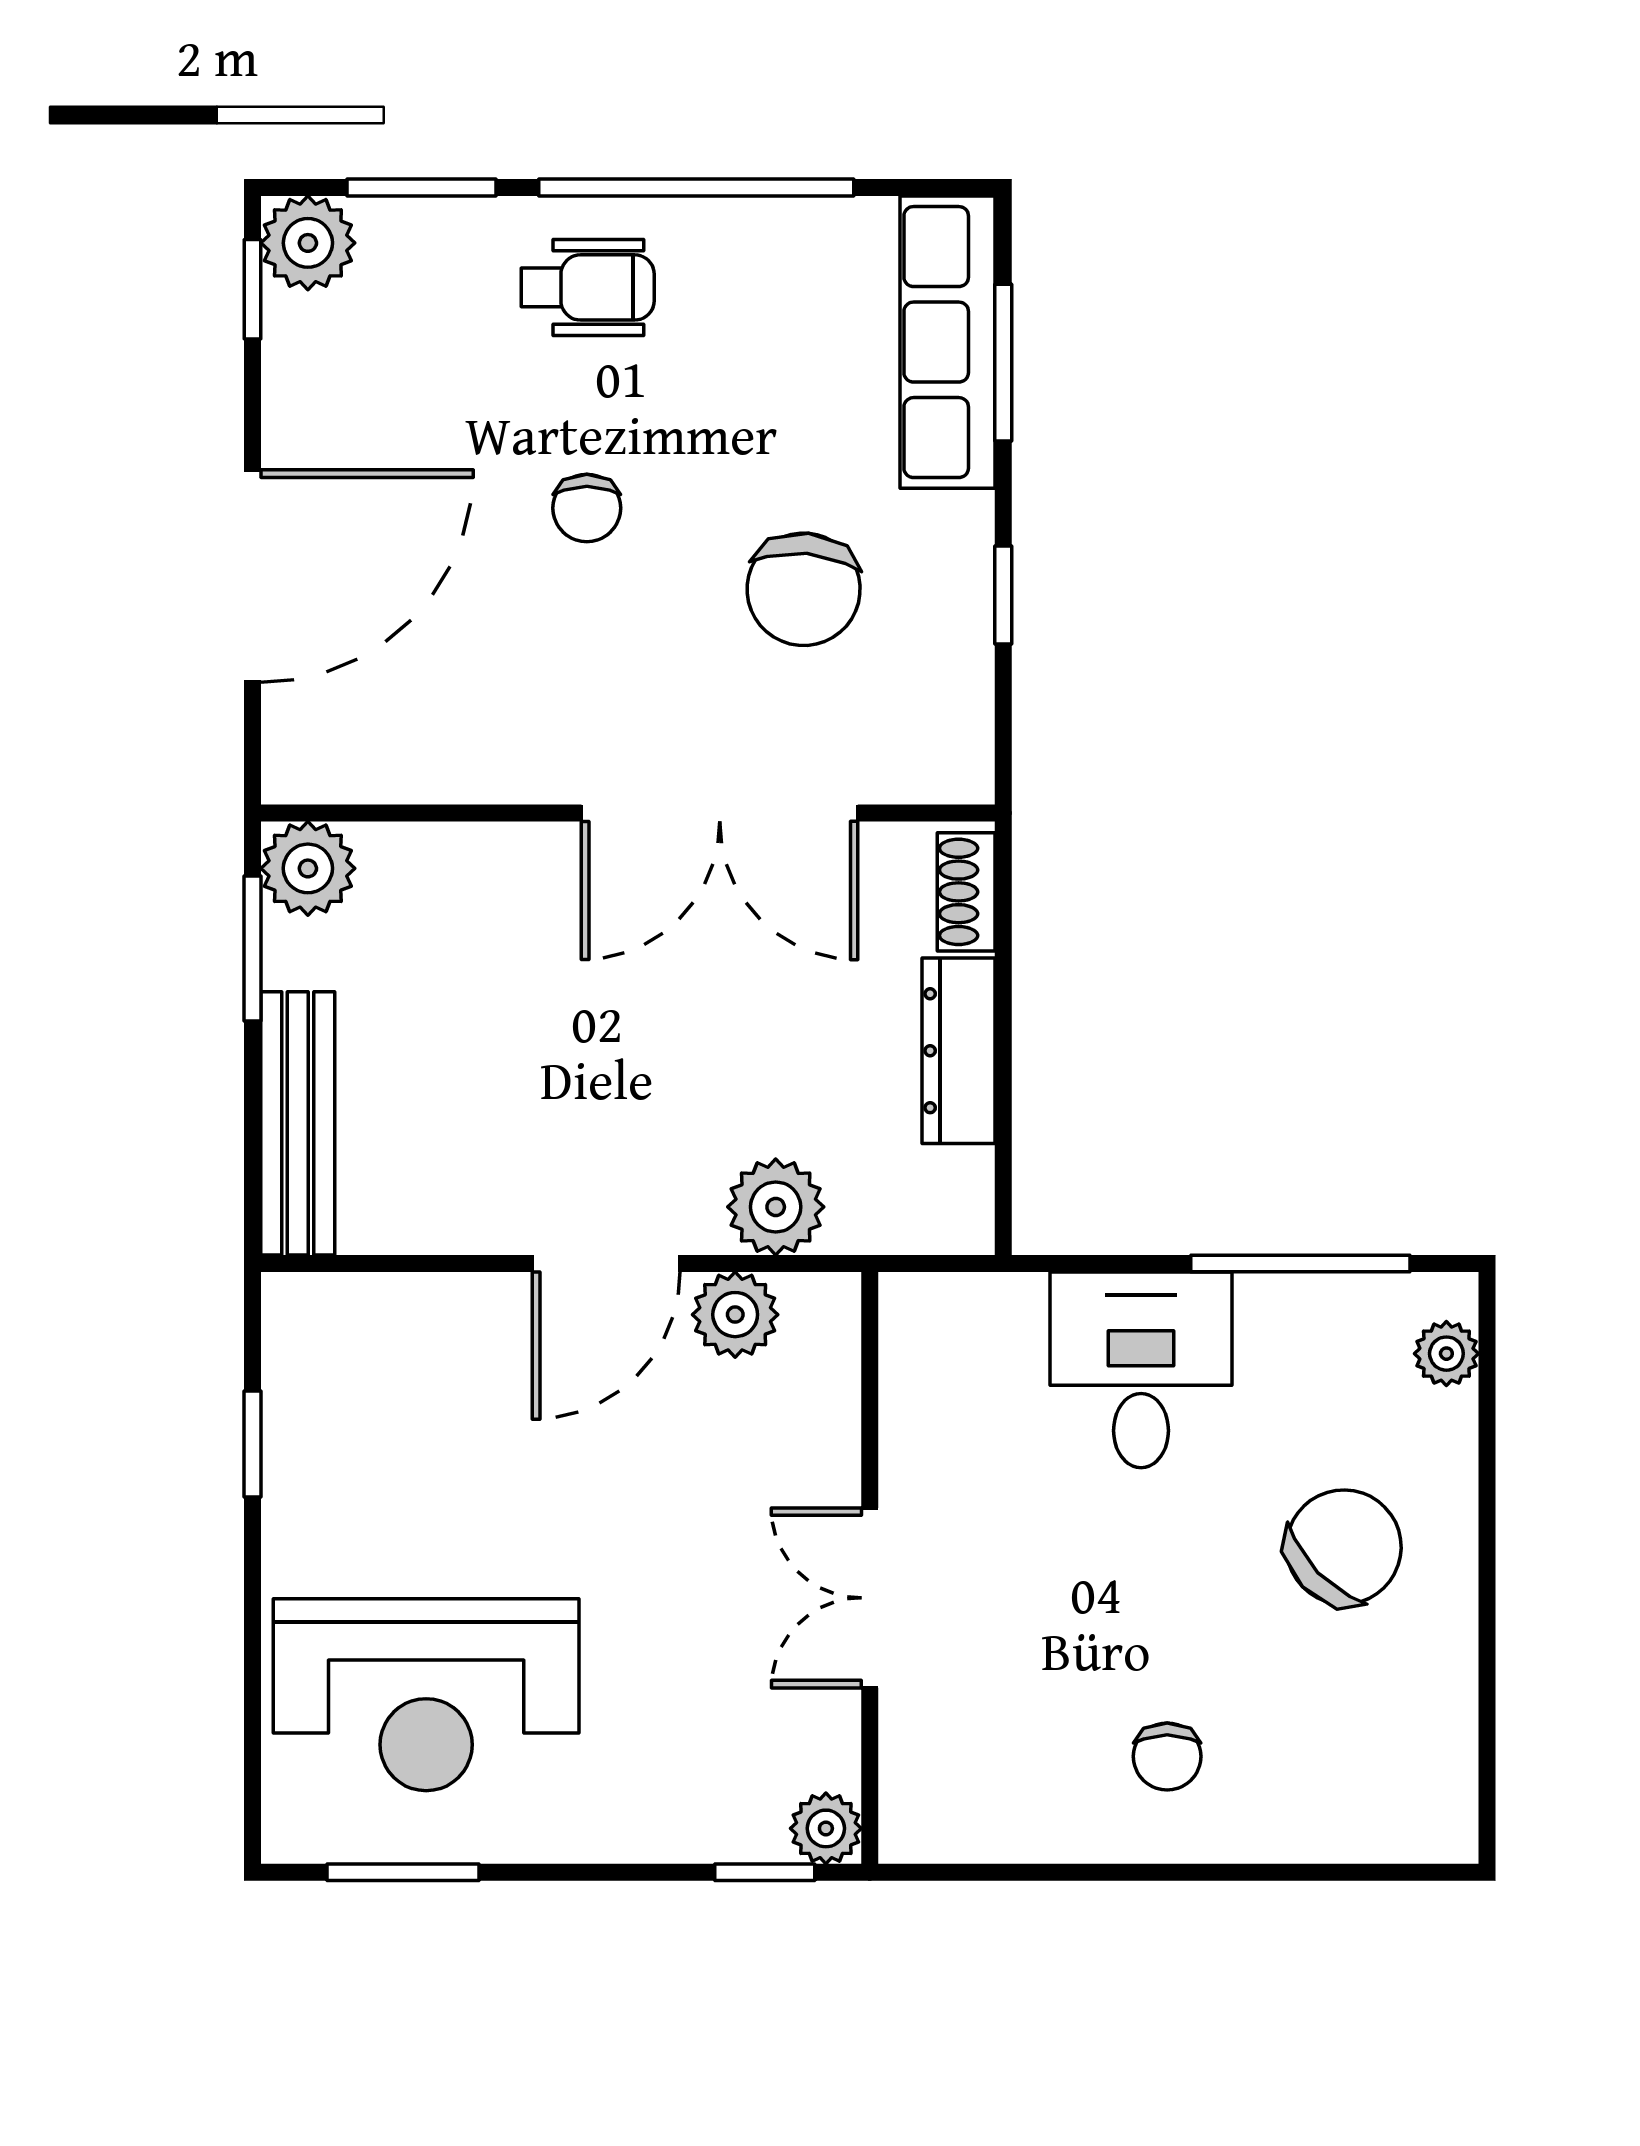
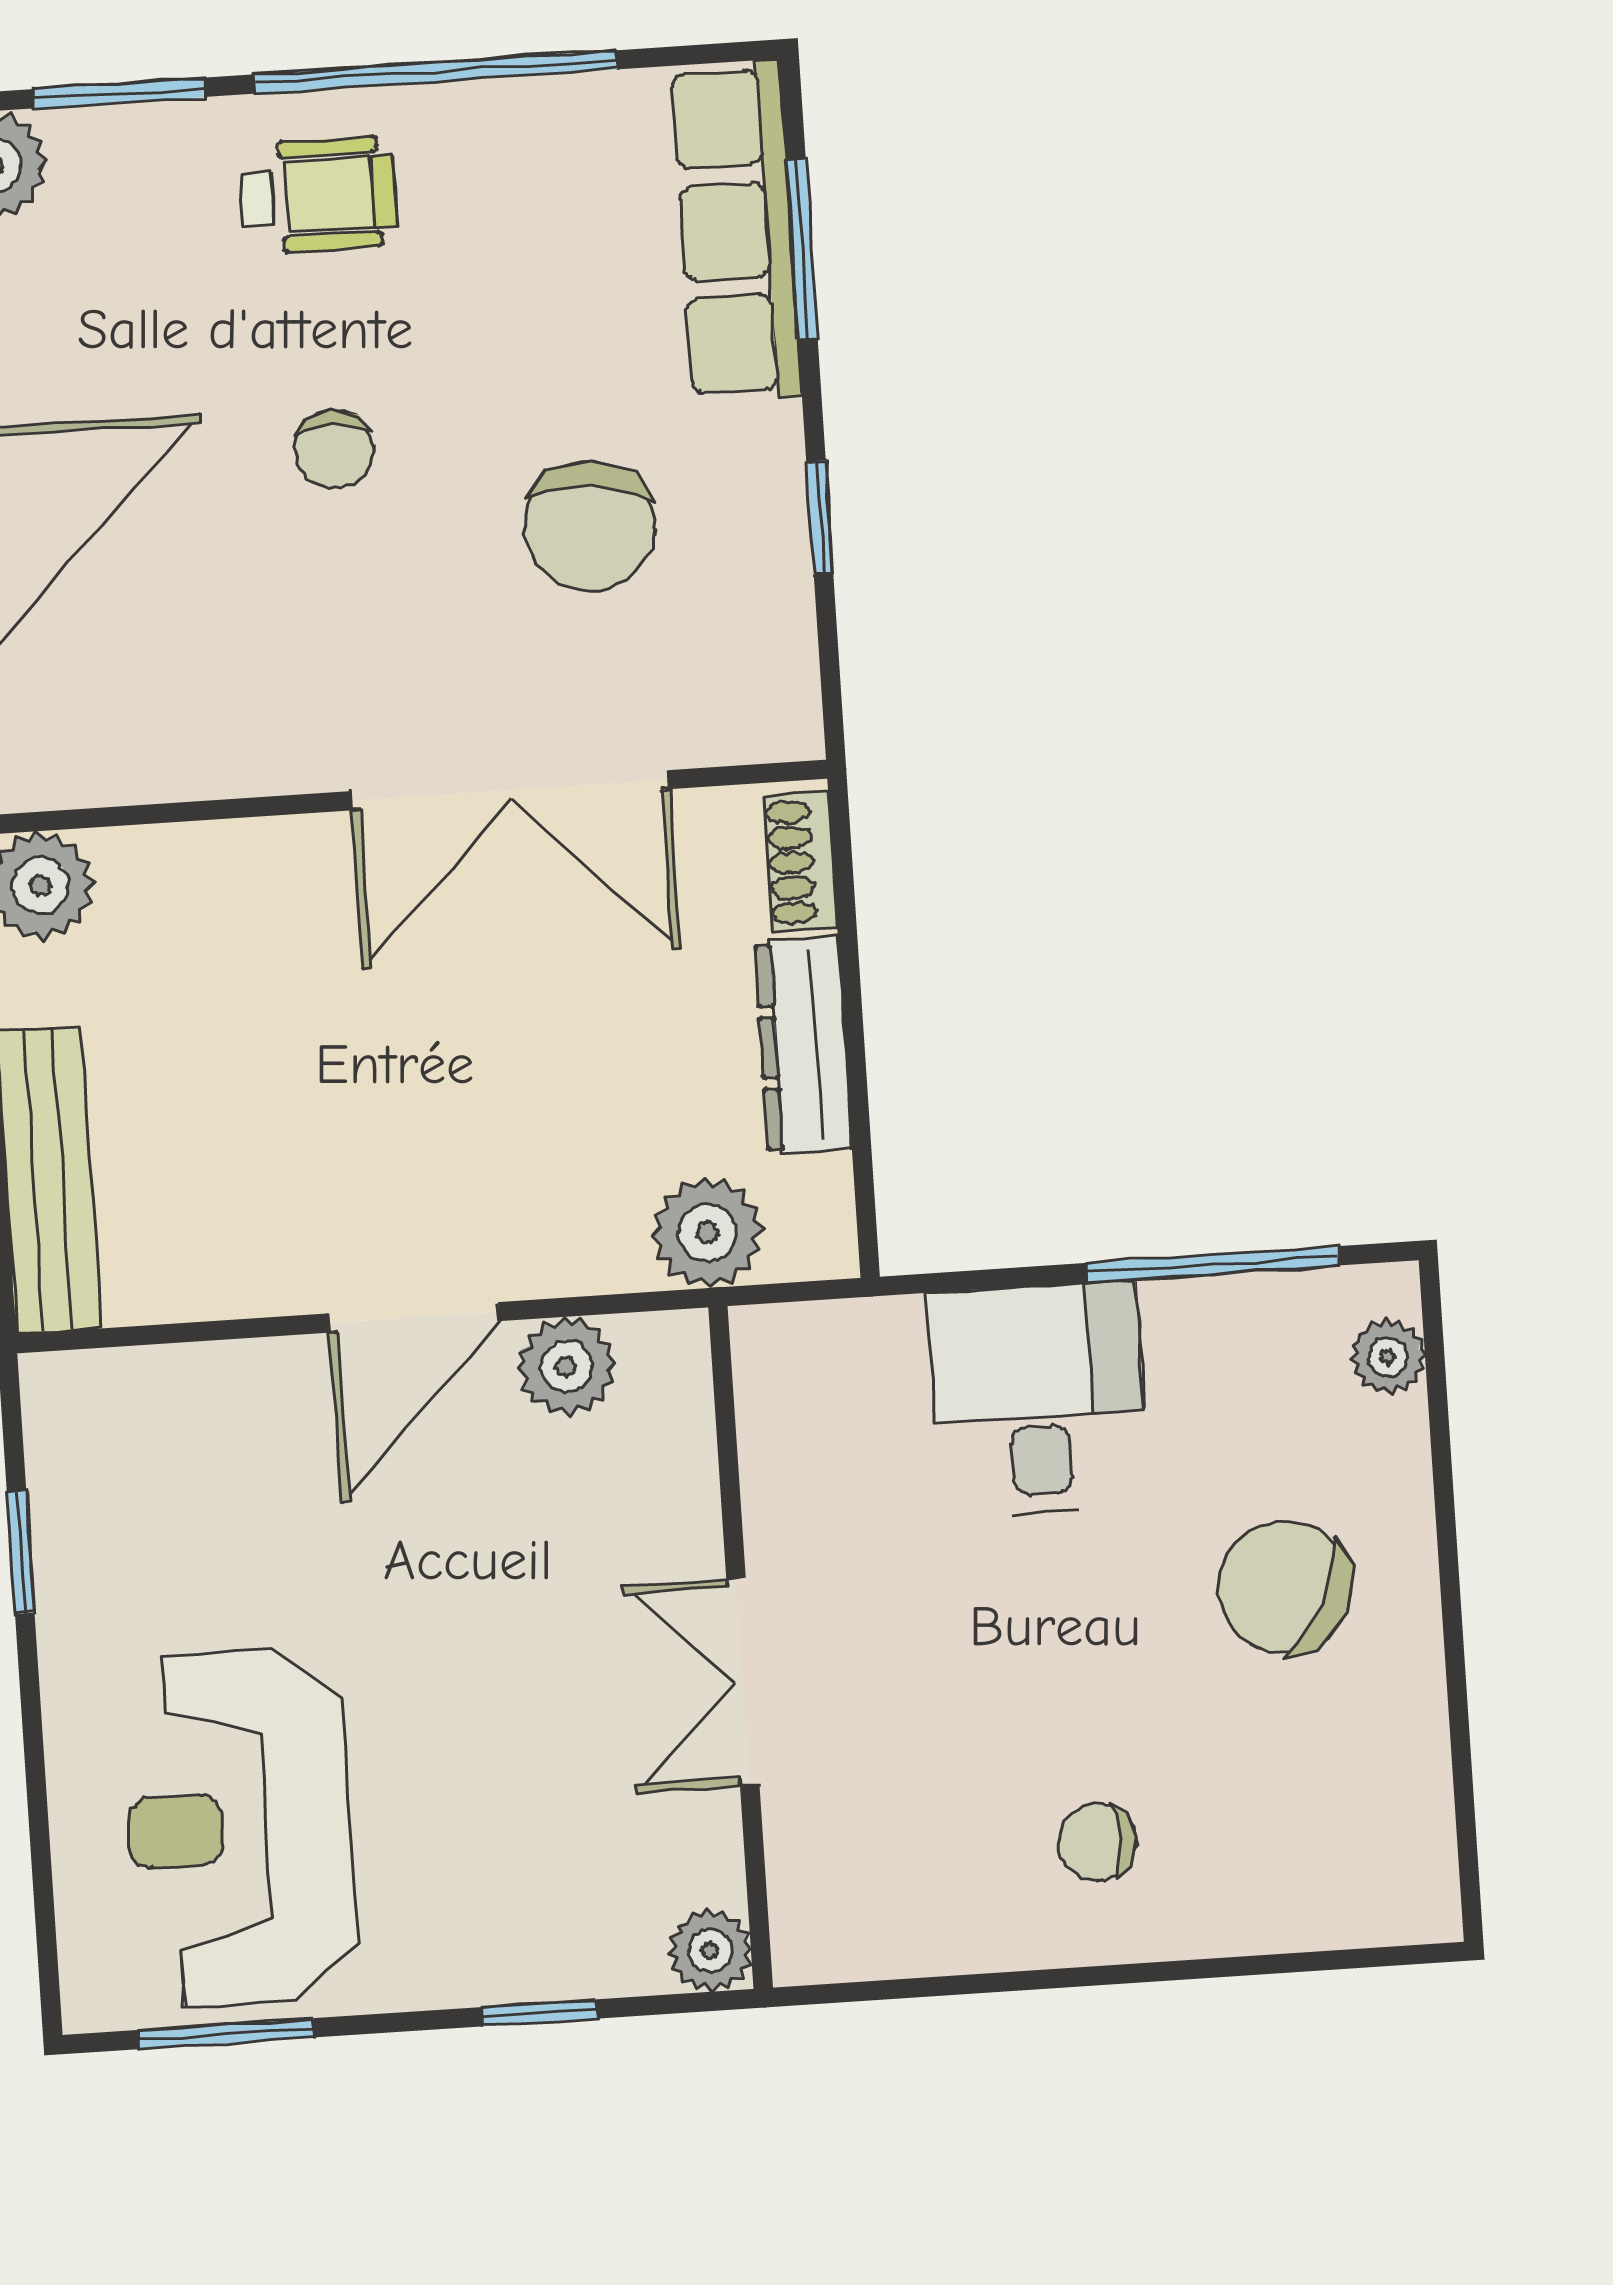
plant: (776, 1207) -> (707, 1233), moved
chair: (1344, 1547) -> (1285, 1587), turned -110
reception desk: (426, 1695) -> (240, 1827), turned 90
chair: (1167, 1756) -> (1097, 1842), turned 90
window: (765, 1872) -> (539, 2013), moved

